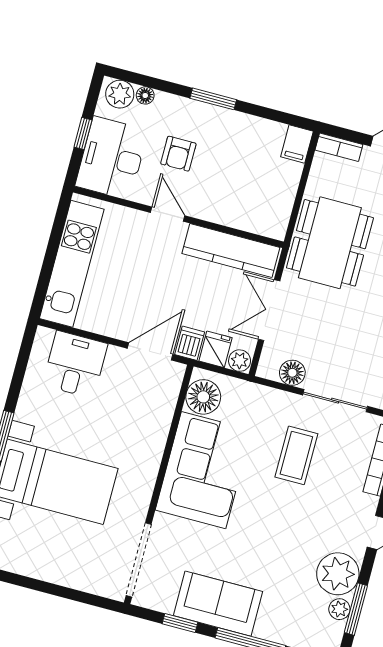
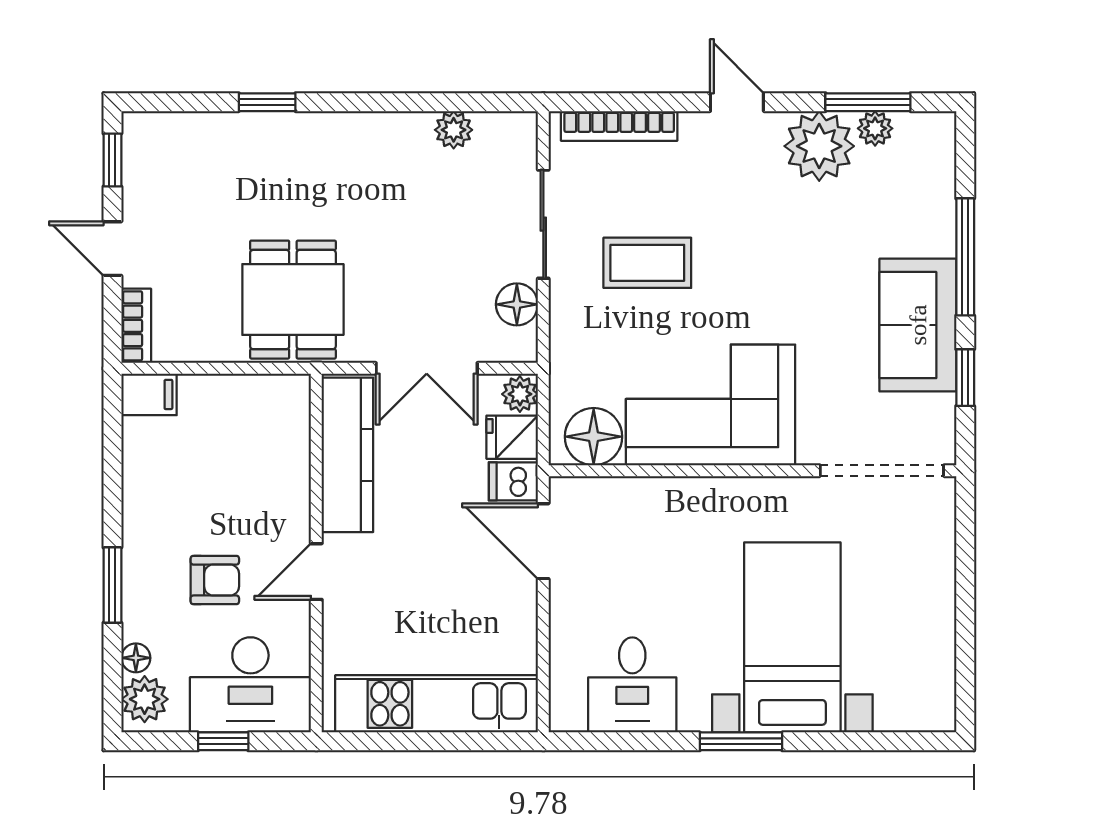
window: (213, 99) -> (112, 585), moved
dining table: (330, 243) -> (293, 300), width x0.73
desk: (75, 364) -> (632, 685), moved, turned -90

